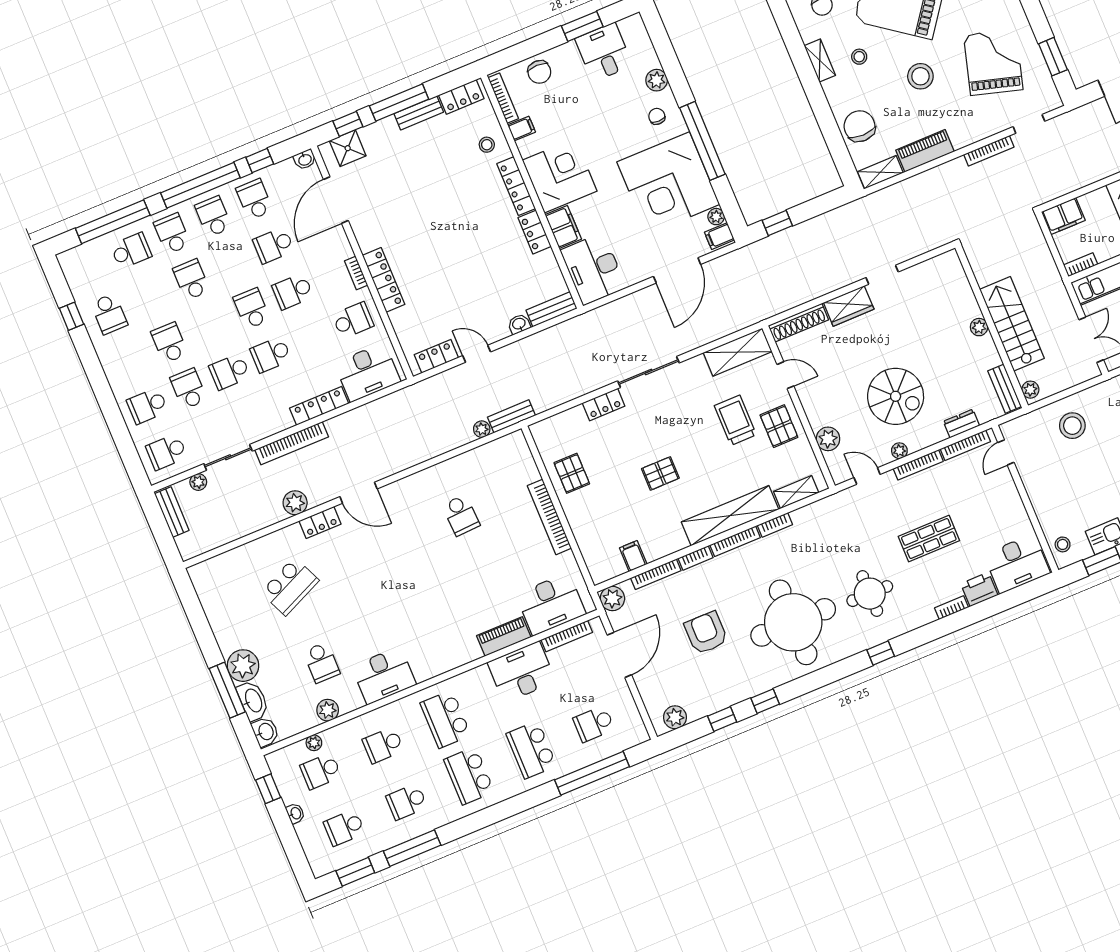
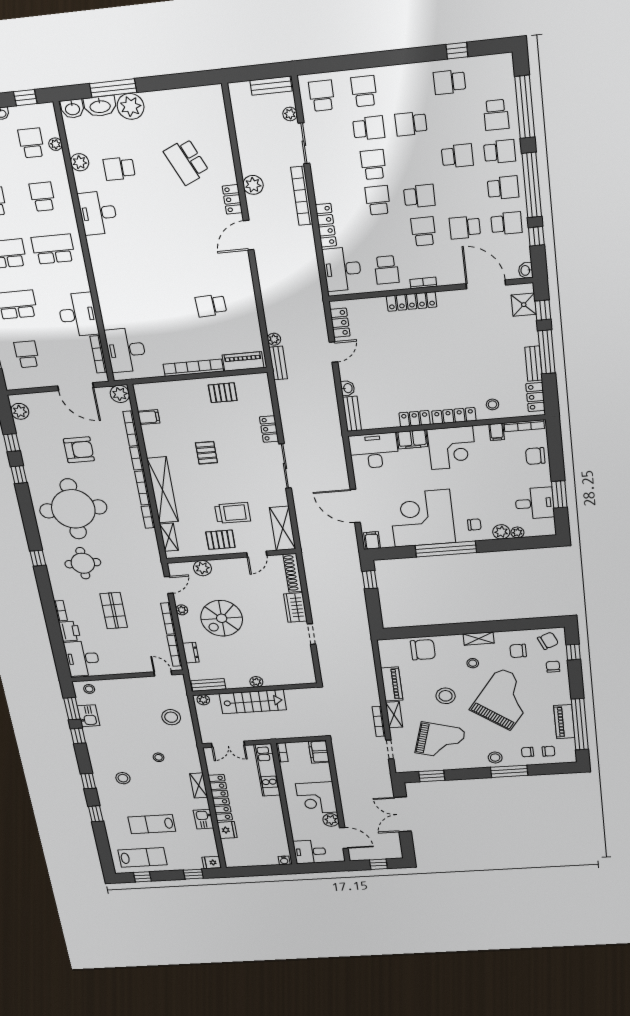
shelving: (880, 172) -> (394, 715), moved
plant: (716, 217) -> (517, 532), moved
school desk: (274, 245) -> (465, 227), turned -90
school desk: (169, 343) -> (411, 124), turned 180
piano: (504, 636) -> (243, 361), moved, turned -90

